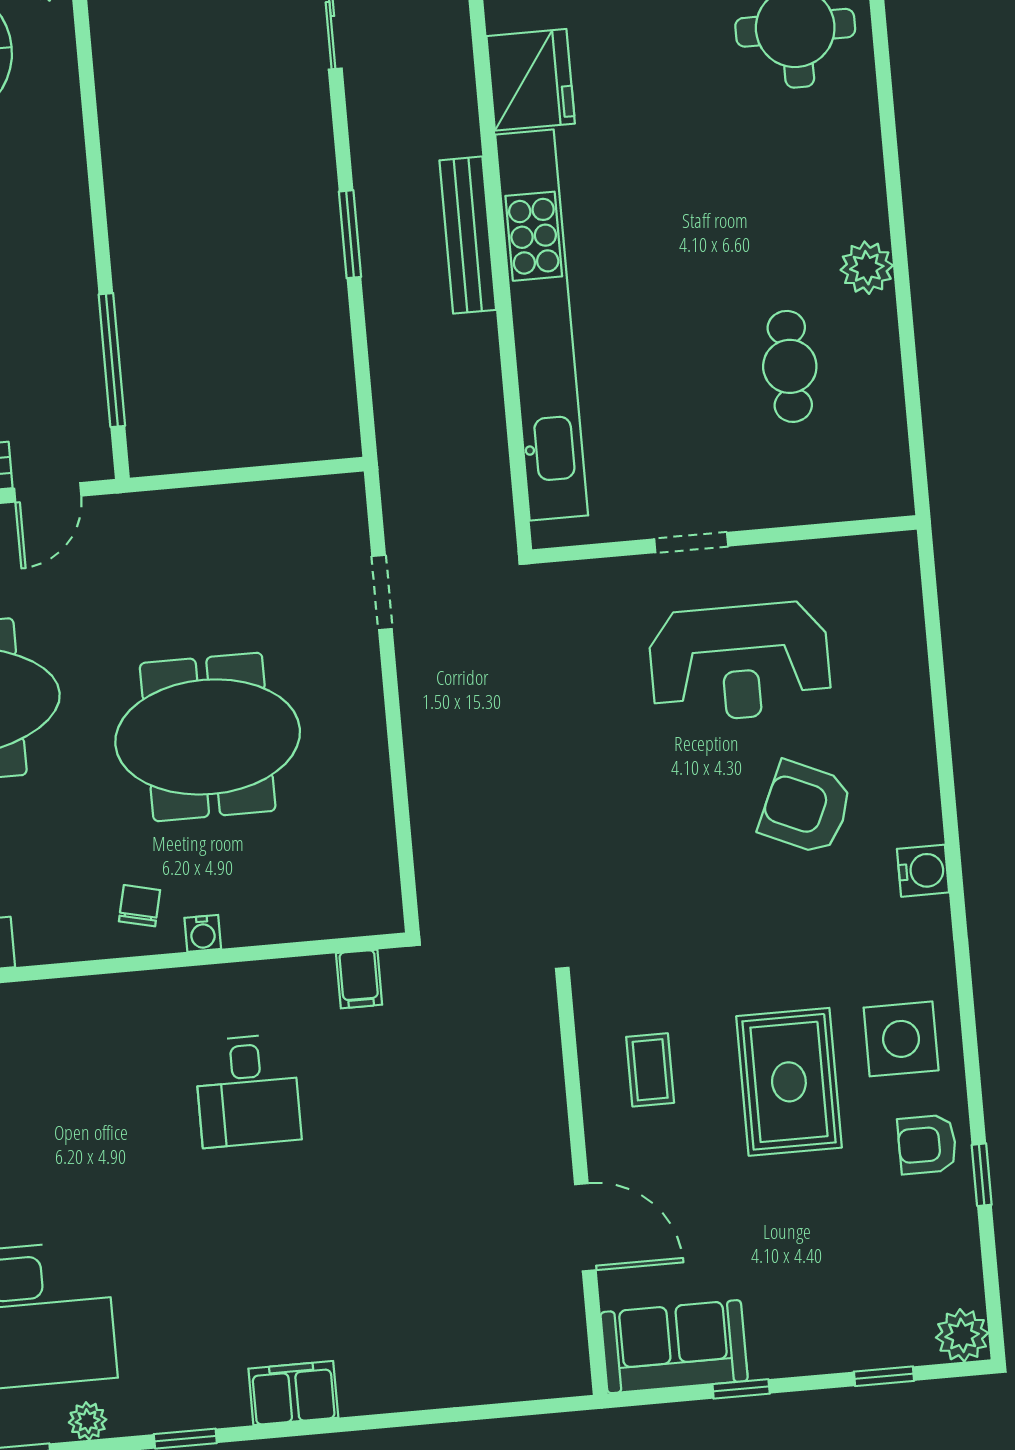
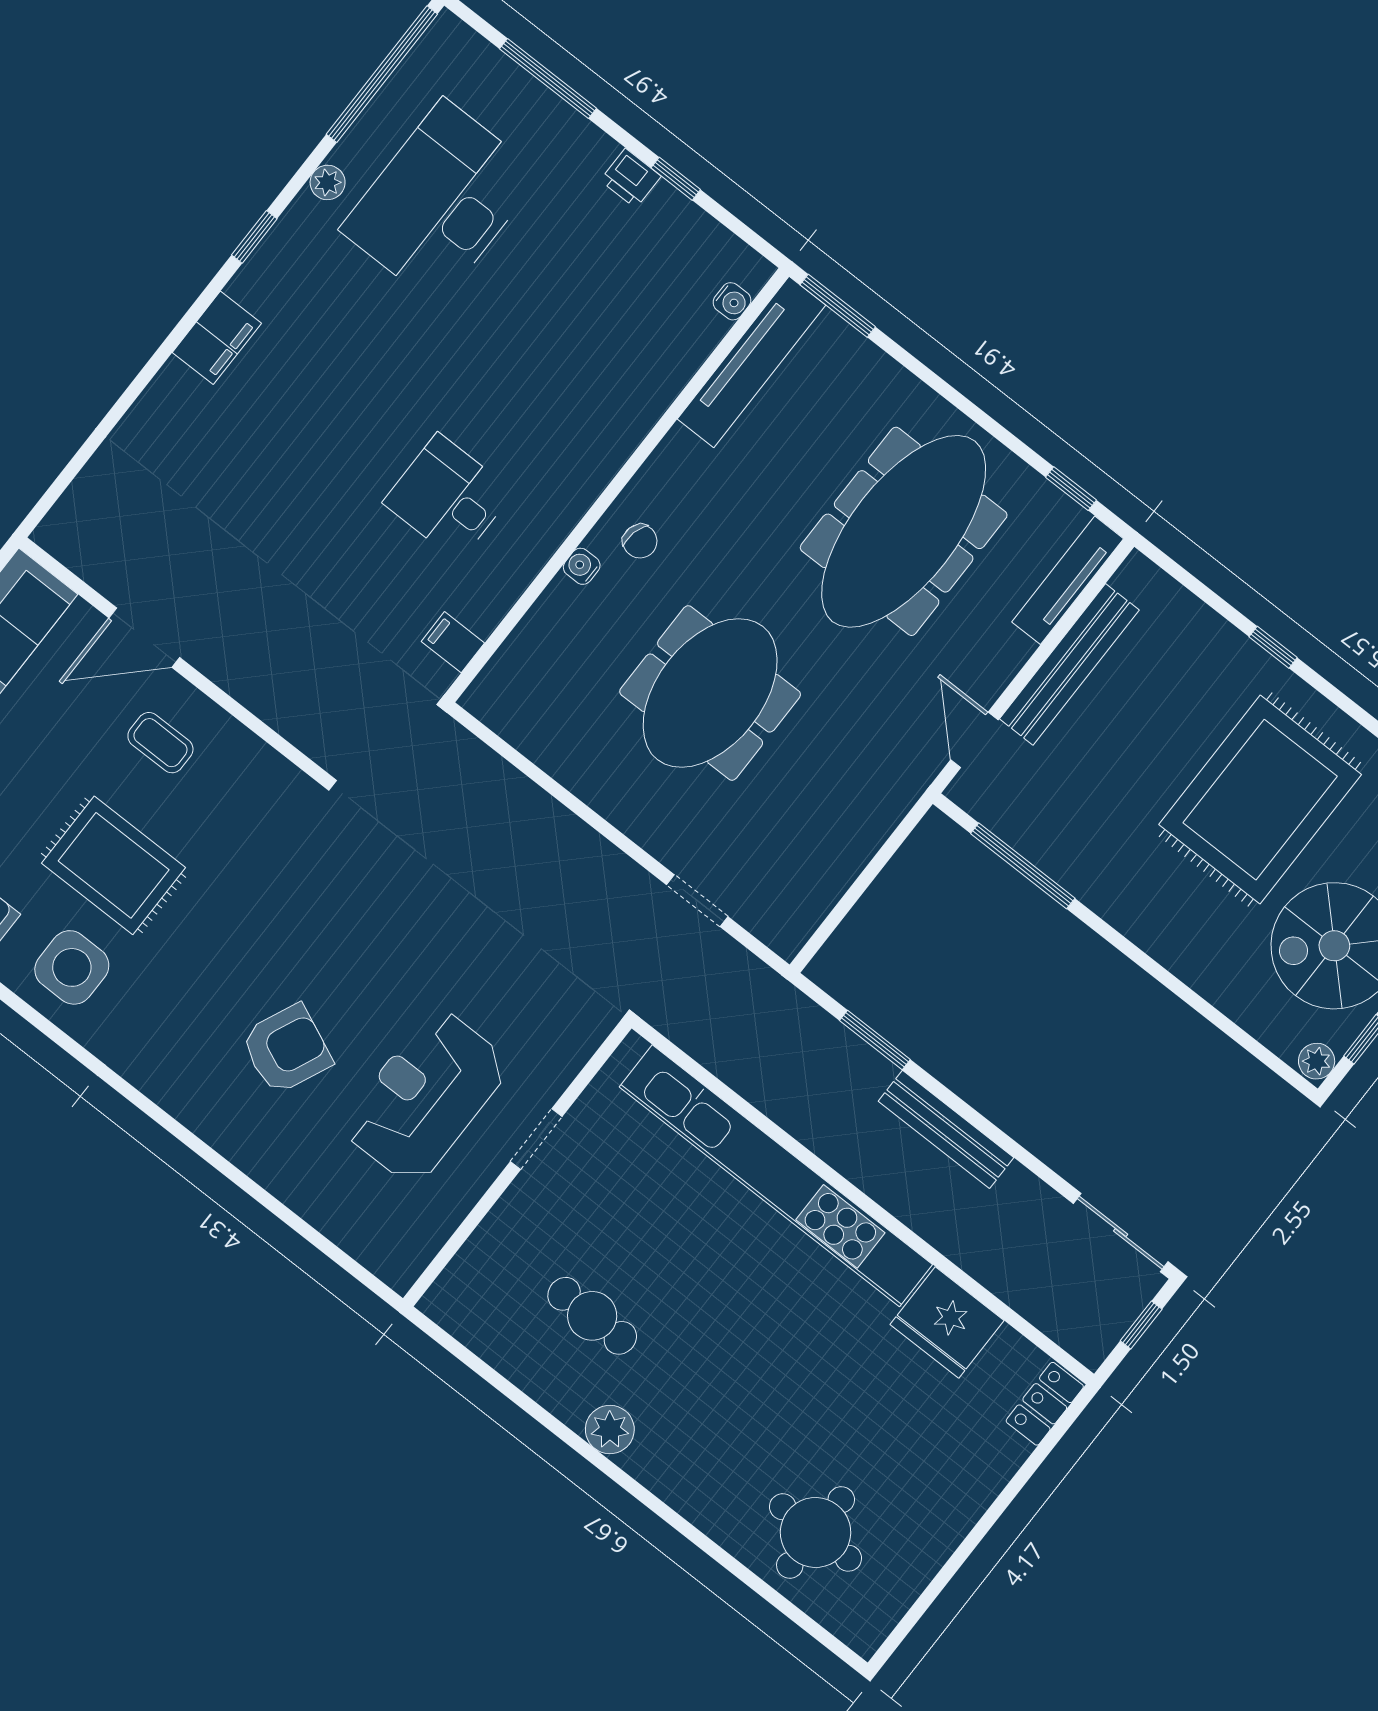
window: (350, 234) -> (875, 1040), moved
bench: (468, 235) -> (946, 1129), moved
water cooler: (923, 871) -> (171, 1088), removed
coffee table: (650, 1070) -> (160, 743), moved

